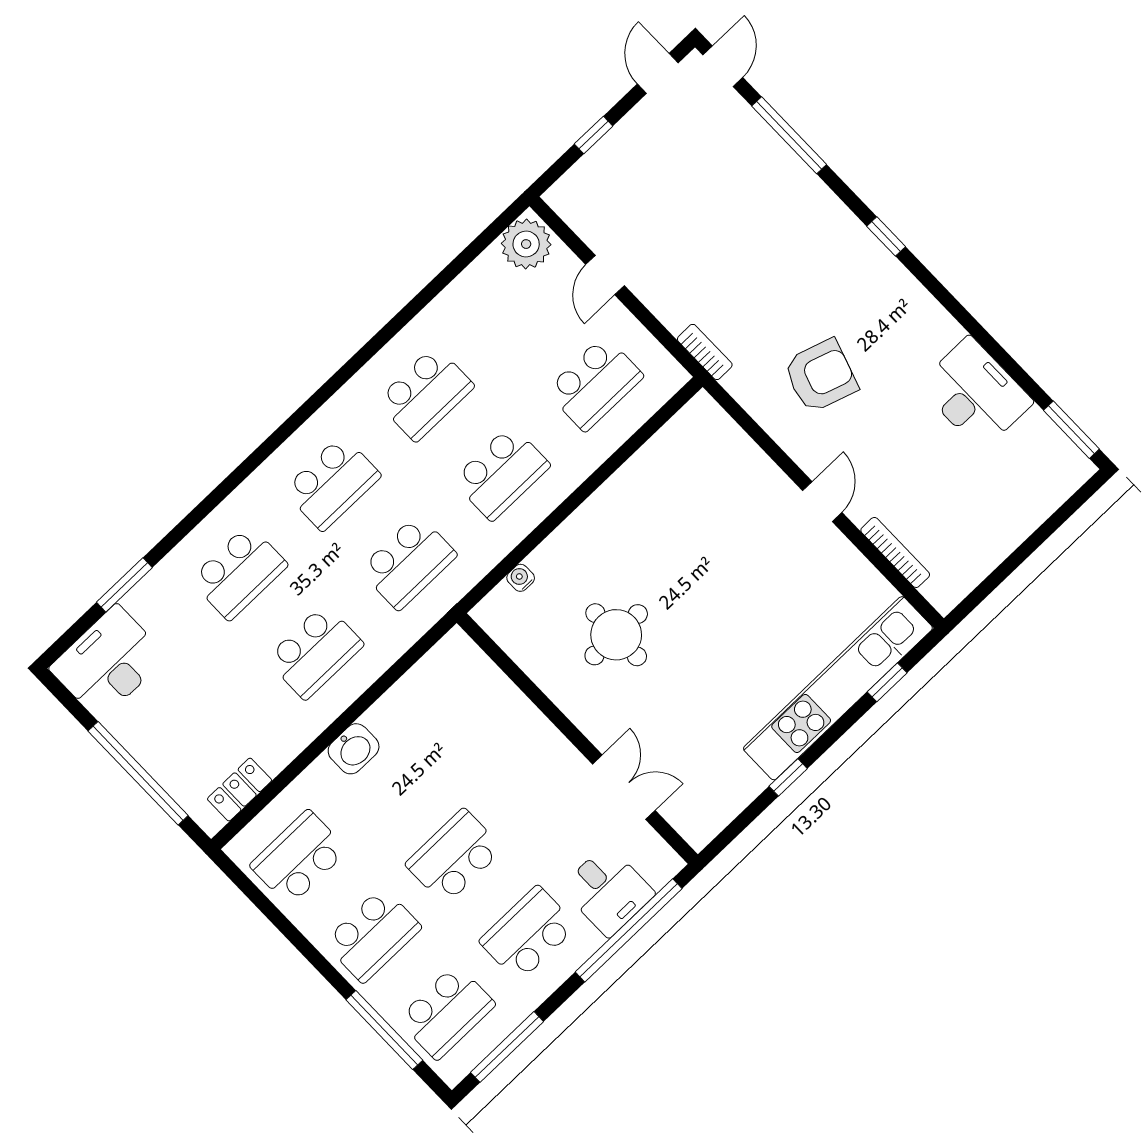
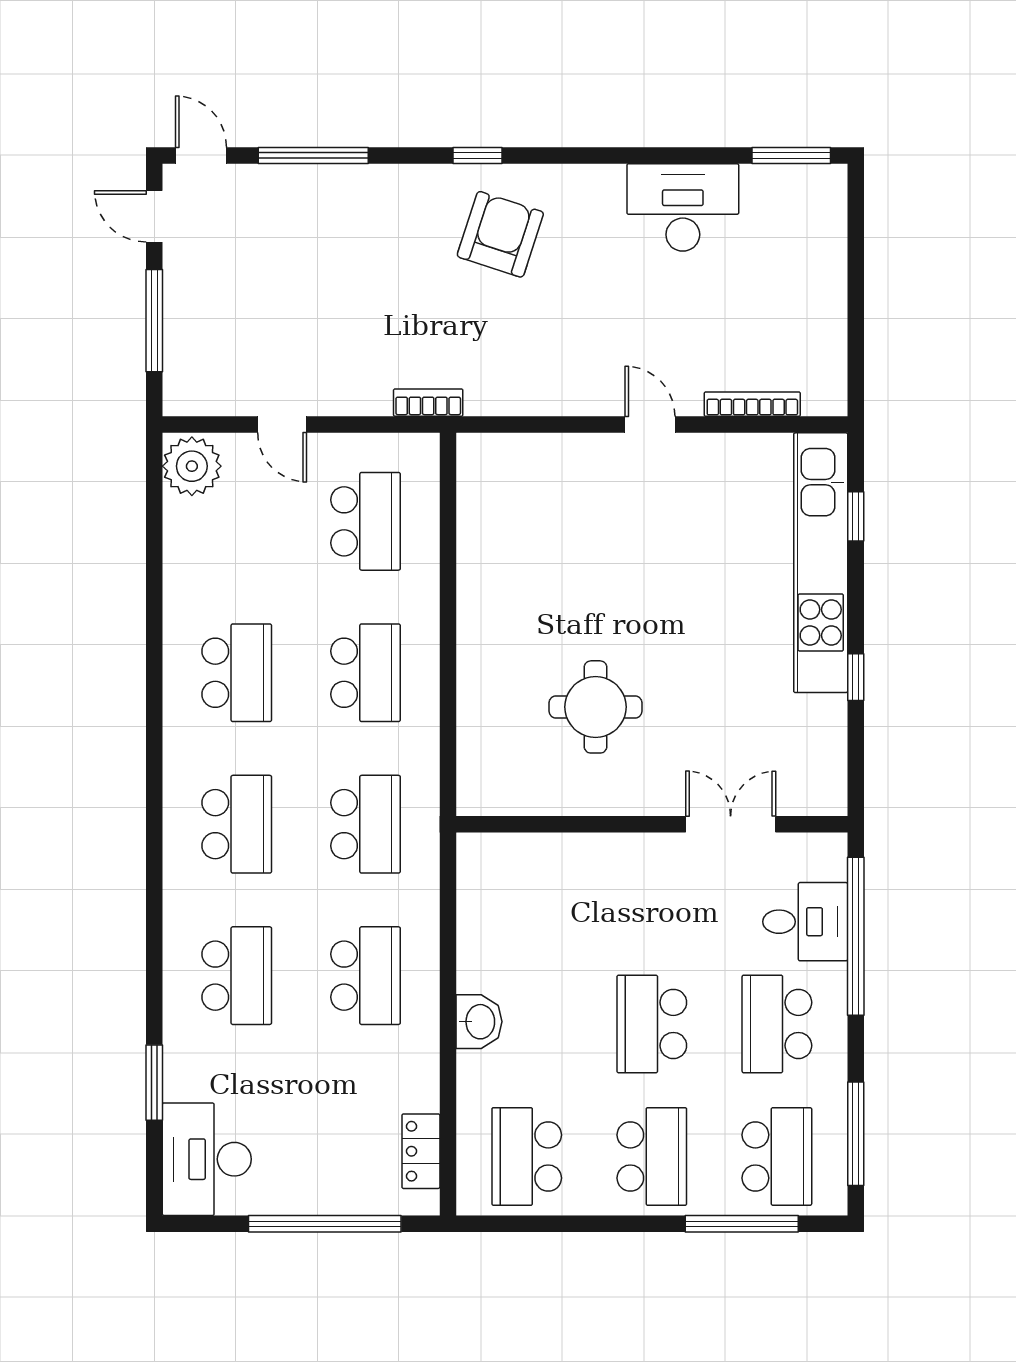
window: (594, 135) -> (154, 321), width x2.17
armchair: (821, 376) -> (500, 234), moved
water cooler: (521, 578) -> (470, 742), removed

